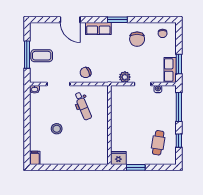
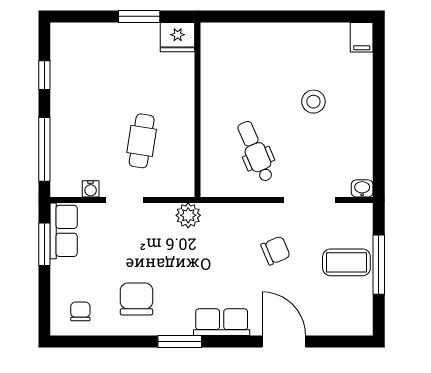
chair: (86, 72) -> (275, 251), moved
plant: (125, 77) -> (188, 215), moved
cafe table: (158, 143) -> (142, 141), moved

